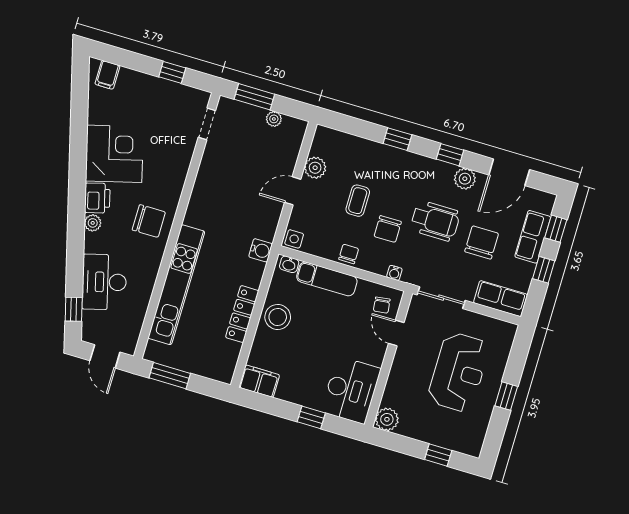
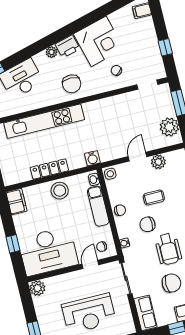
plant: (274, 119) -> (169, 127), width x1.88, depth x1.88
chair: (165, 153) -> (116, 70), added
door: (293, 191) -> (138, 157), hinge flipped
desk: (351, 390) -> (48, 251), width x1.36, depth x1.30

